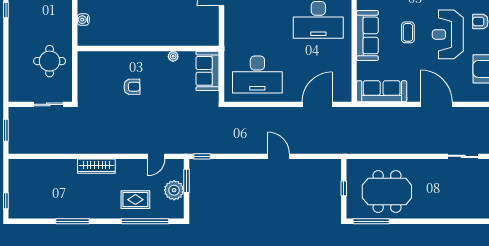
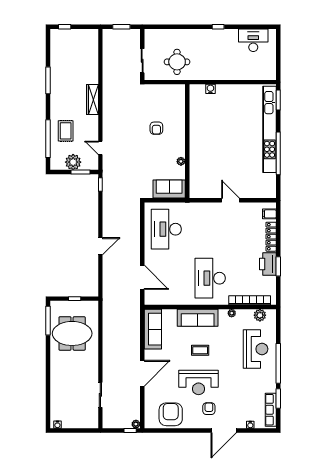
reception desk: (448, 34) -> (199, 382), turned 180
meeting table: (387, 191) -> (72, 333), turned 90

